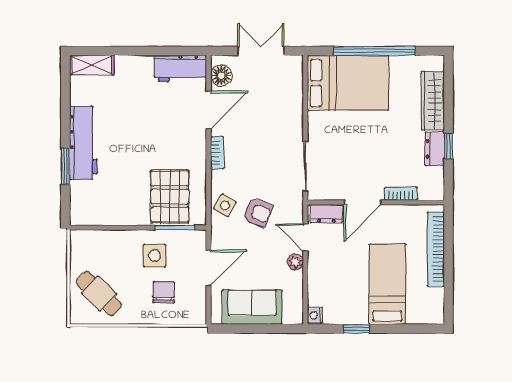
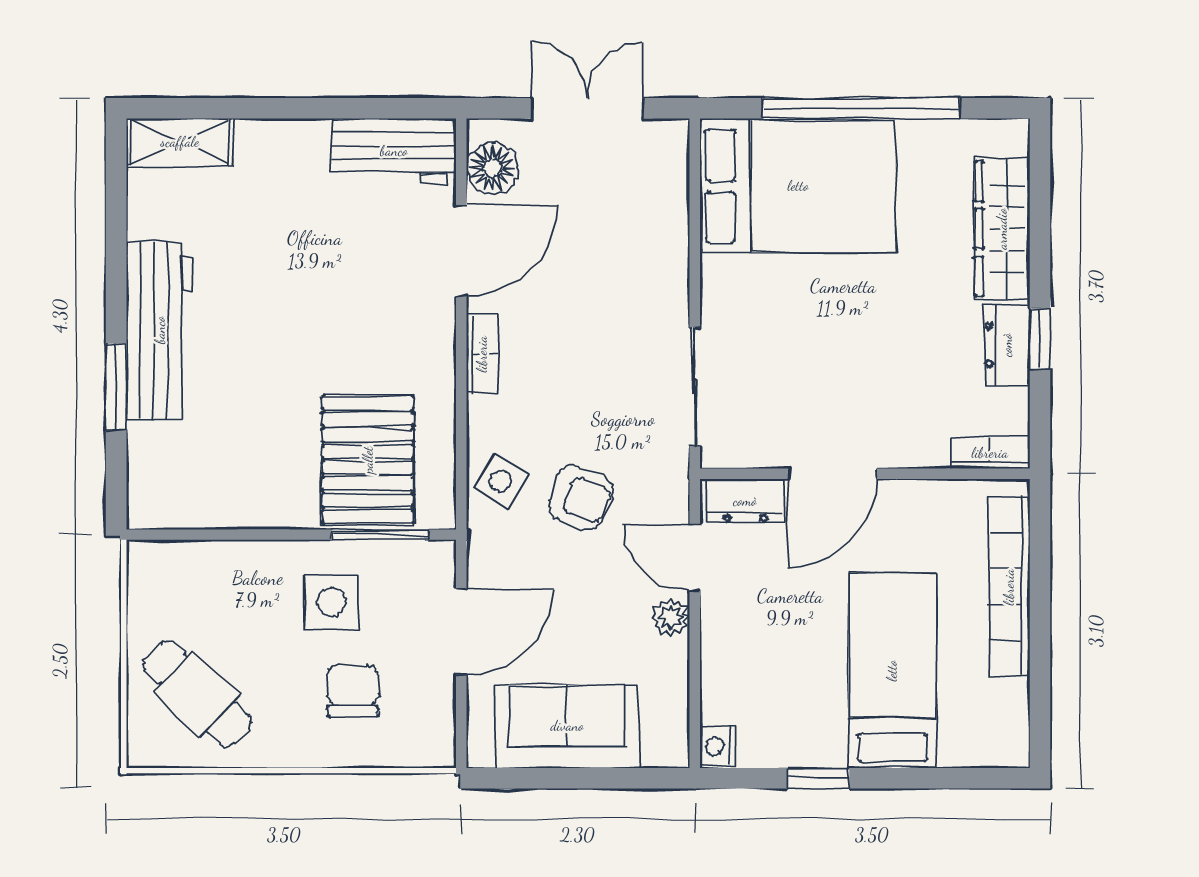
bookcase: (401, 194) -> (990, 453), moved

